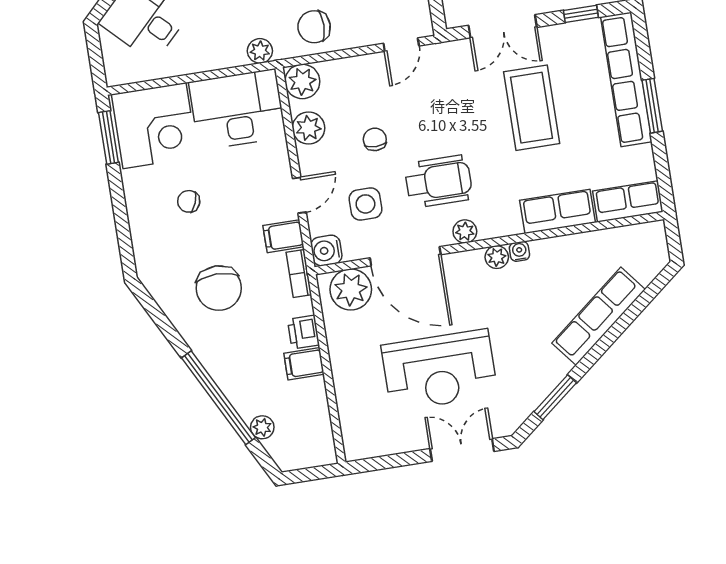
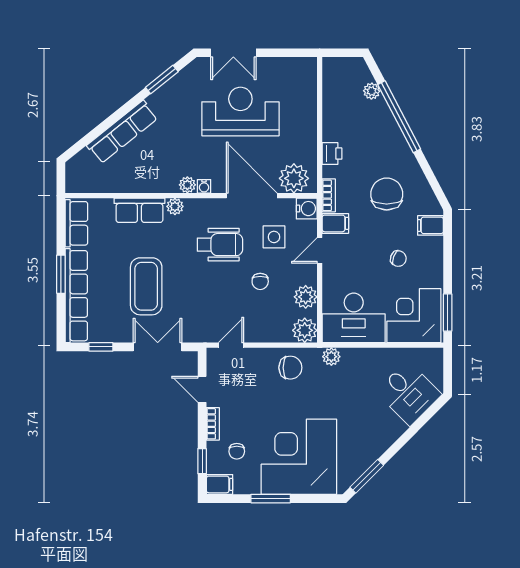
wheelchair: (438, 181) -> (220, 245), turned 180
row of seats: (628, 201) -> (76, 223), moved, turned -90
plant: (465, 231) -> (175, 206), moved
water cooler: (519, 251) -> (204, 186), moved
filing cabinet: (304, 364) -> (431, 225), moved, turned 180

